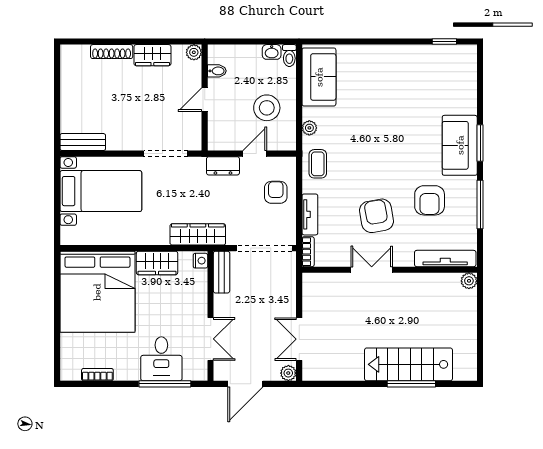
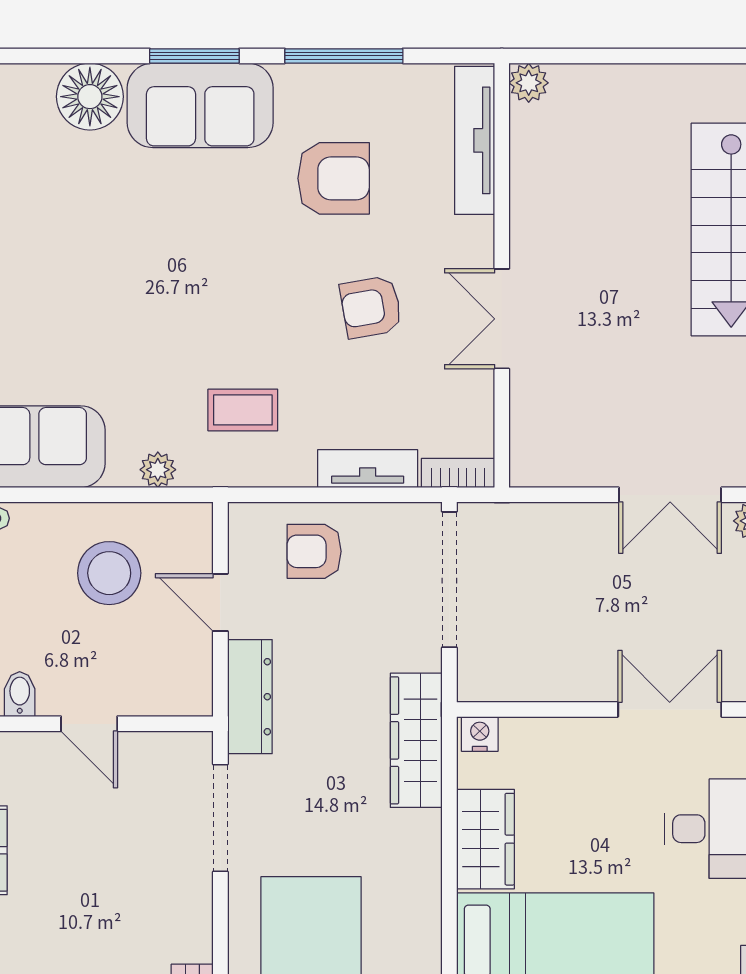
floor lamp: (463, 100) -> (90, 97), added
coffee table: (318, 164) -> (243, 410), moved
dresser: (223, 166) -> (250, 697), width x1.44
armchair: (377, 216) -> (371, 307), width x0.72, depth x0.72
bench: (222, 272) -> (508, 683), removed

